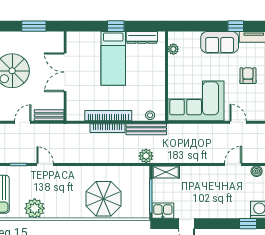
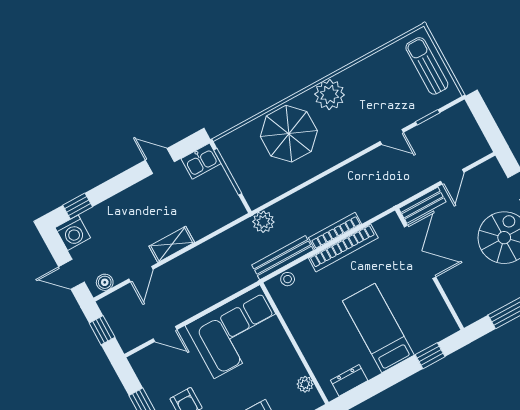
window: (116, 26) -> (430, 356), moved
dresser: (142, 37) -> (349, 380), width x0.70
double door: (65, 72) -> (420, 252), moved
shelving: (166, 172) -> (172, 244), moved
plant: (35, 208) -> (330, 95), moved

